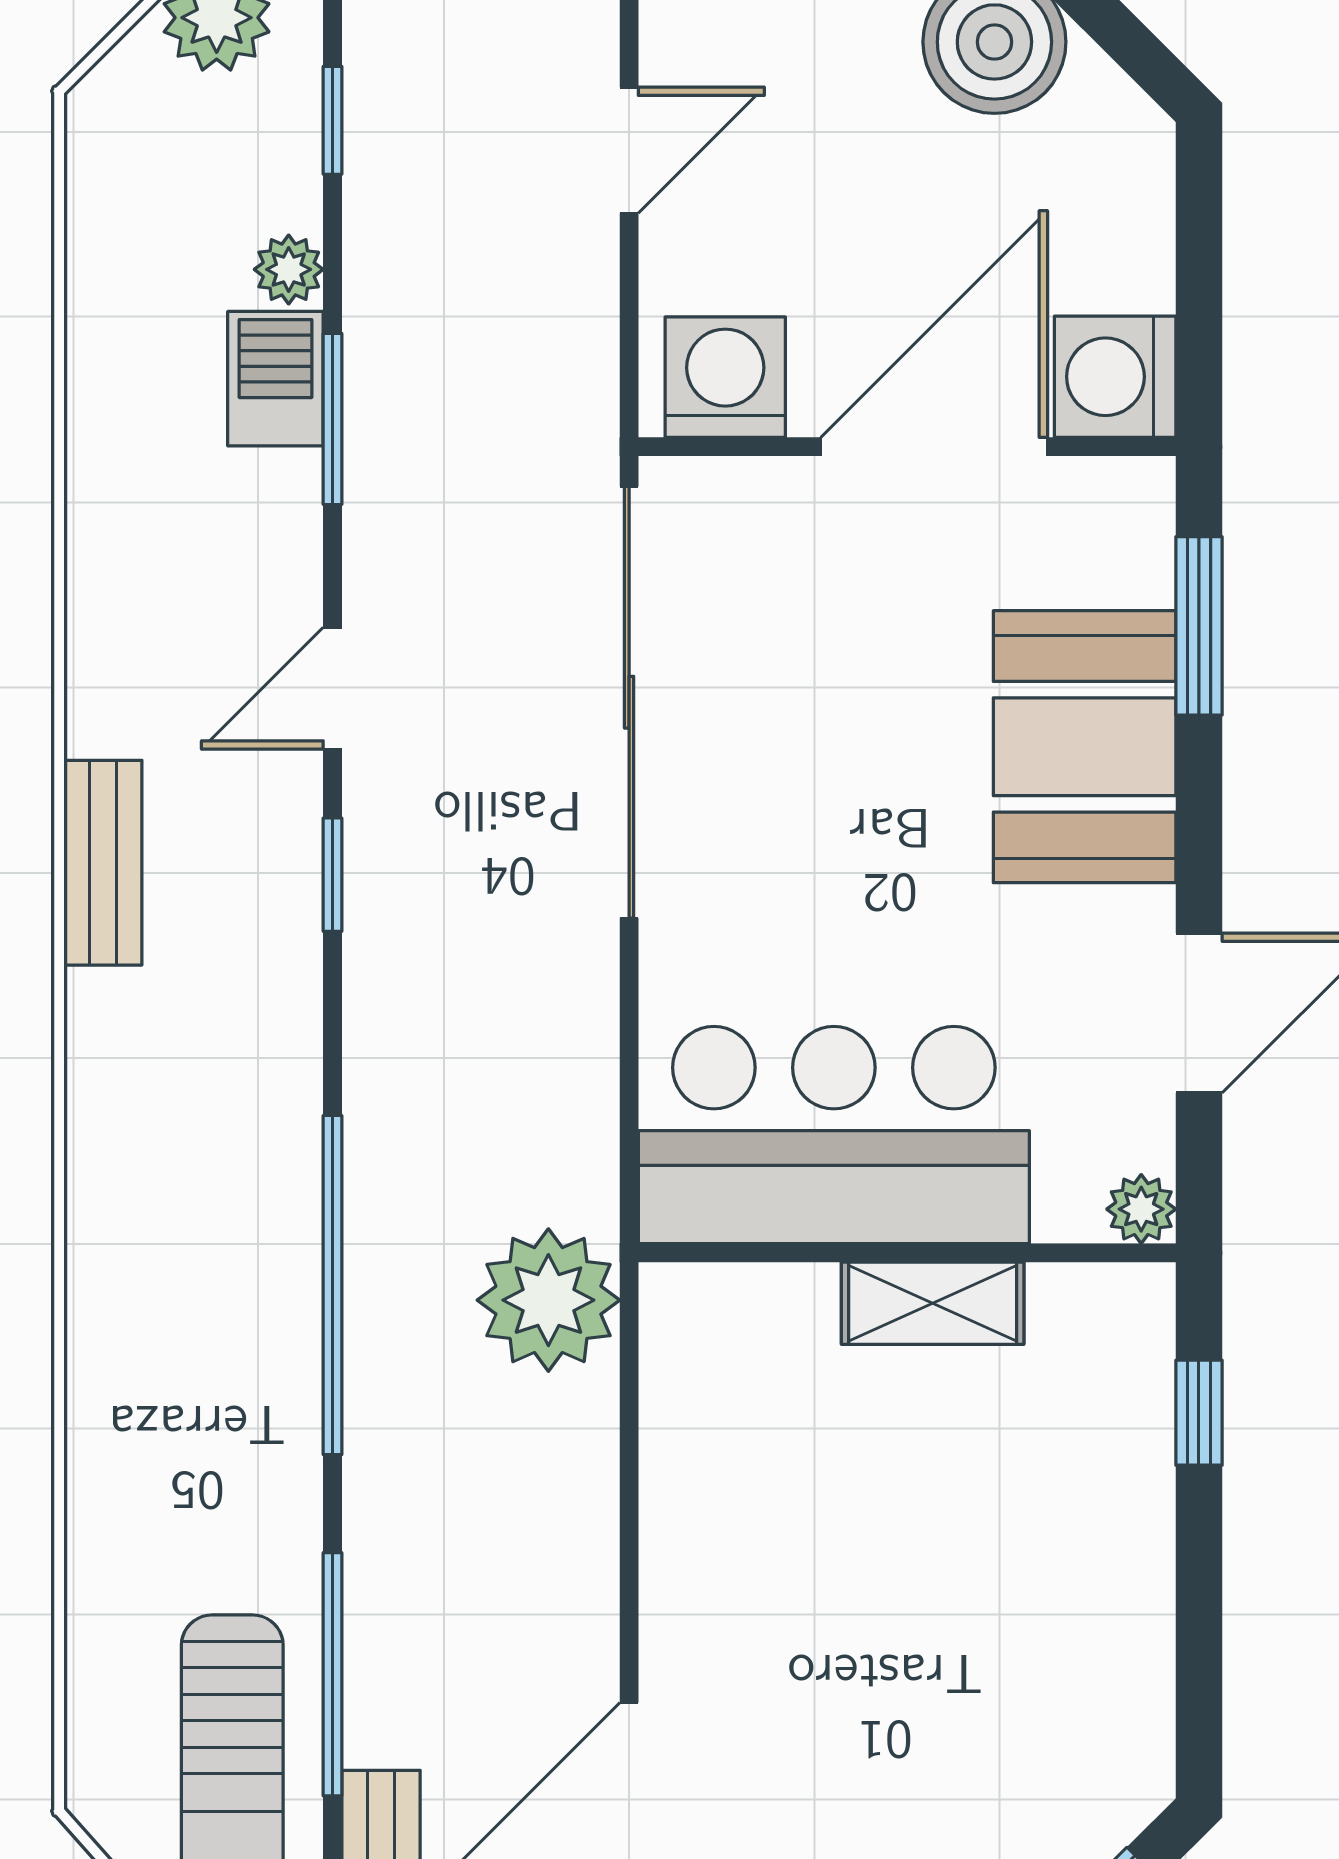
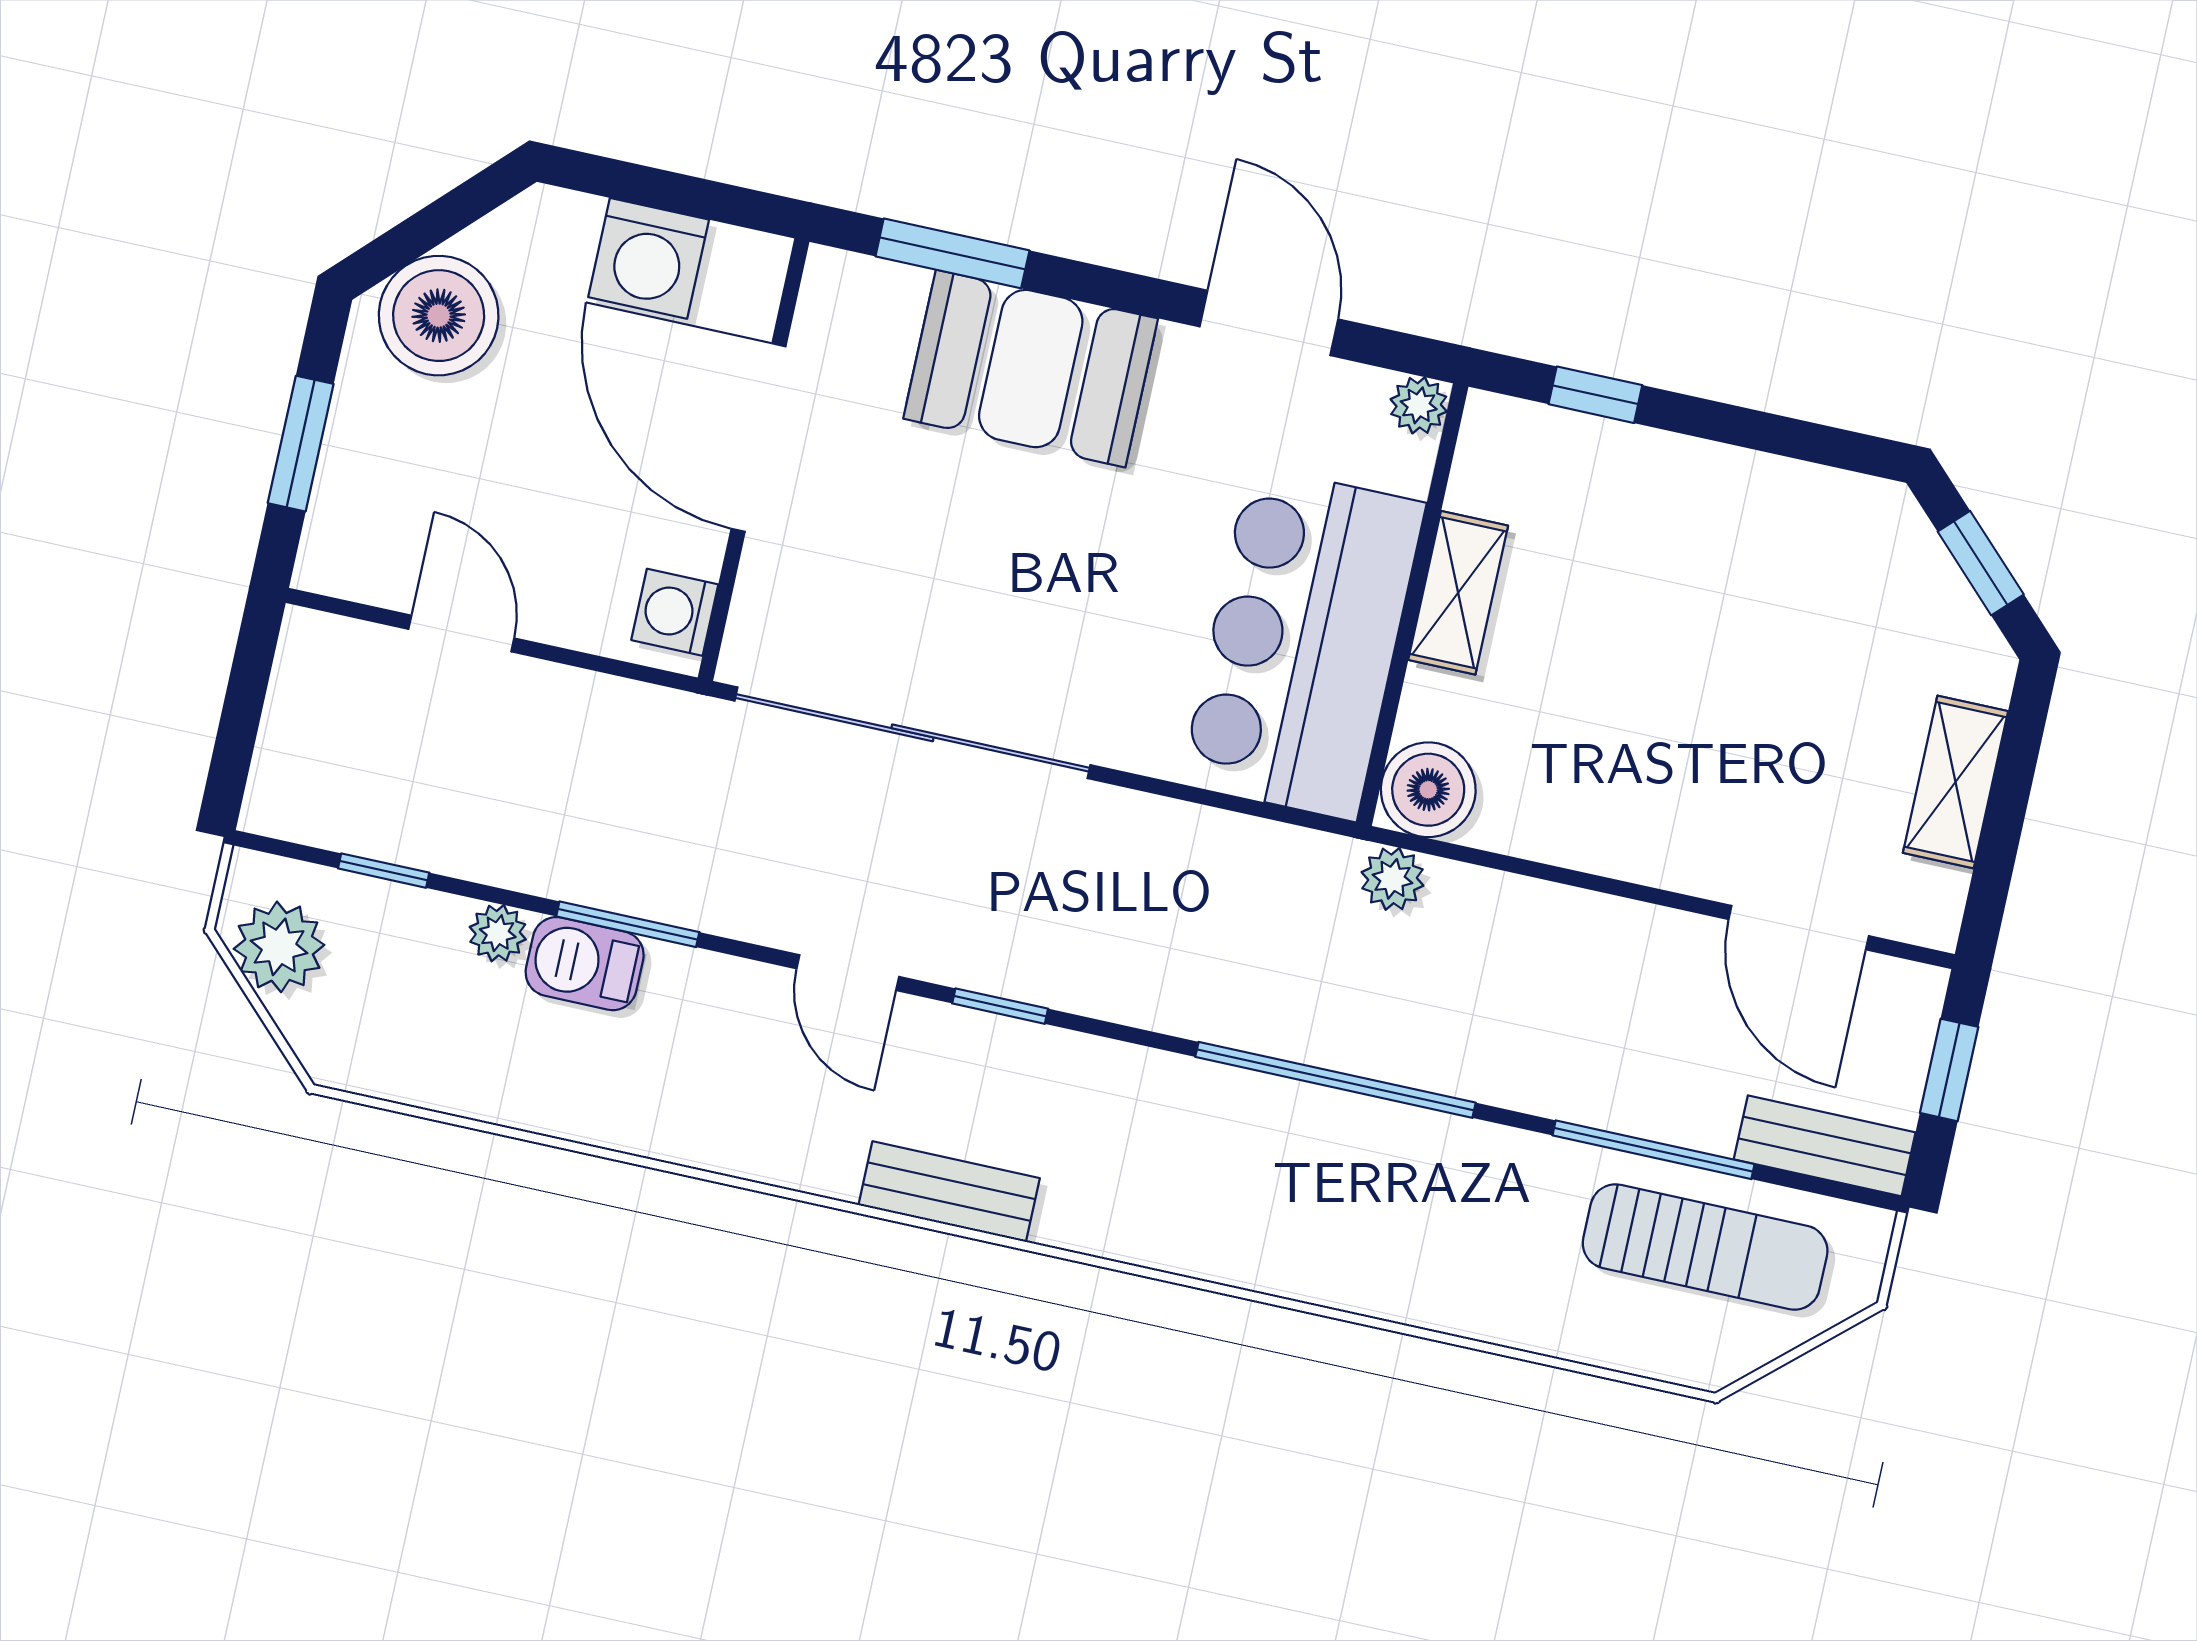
washing machine: (725, 377) -> (675, 612), width x0.73, depth x0.73
washing machine: (1115, 377) -> (649, 258), moved
plant: (548, 1300) -> (1393, 879), width x0.53, depth x0.53
boiler: (695, 1319) -> (1428, 790), added

